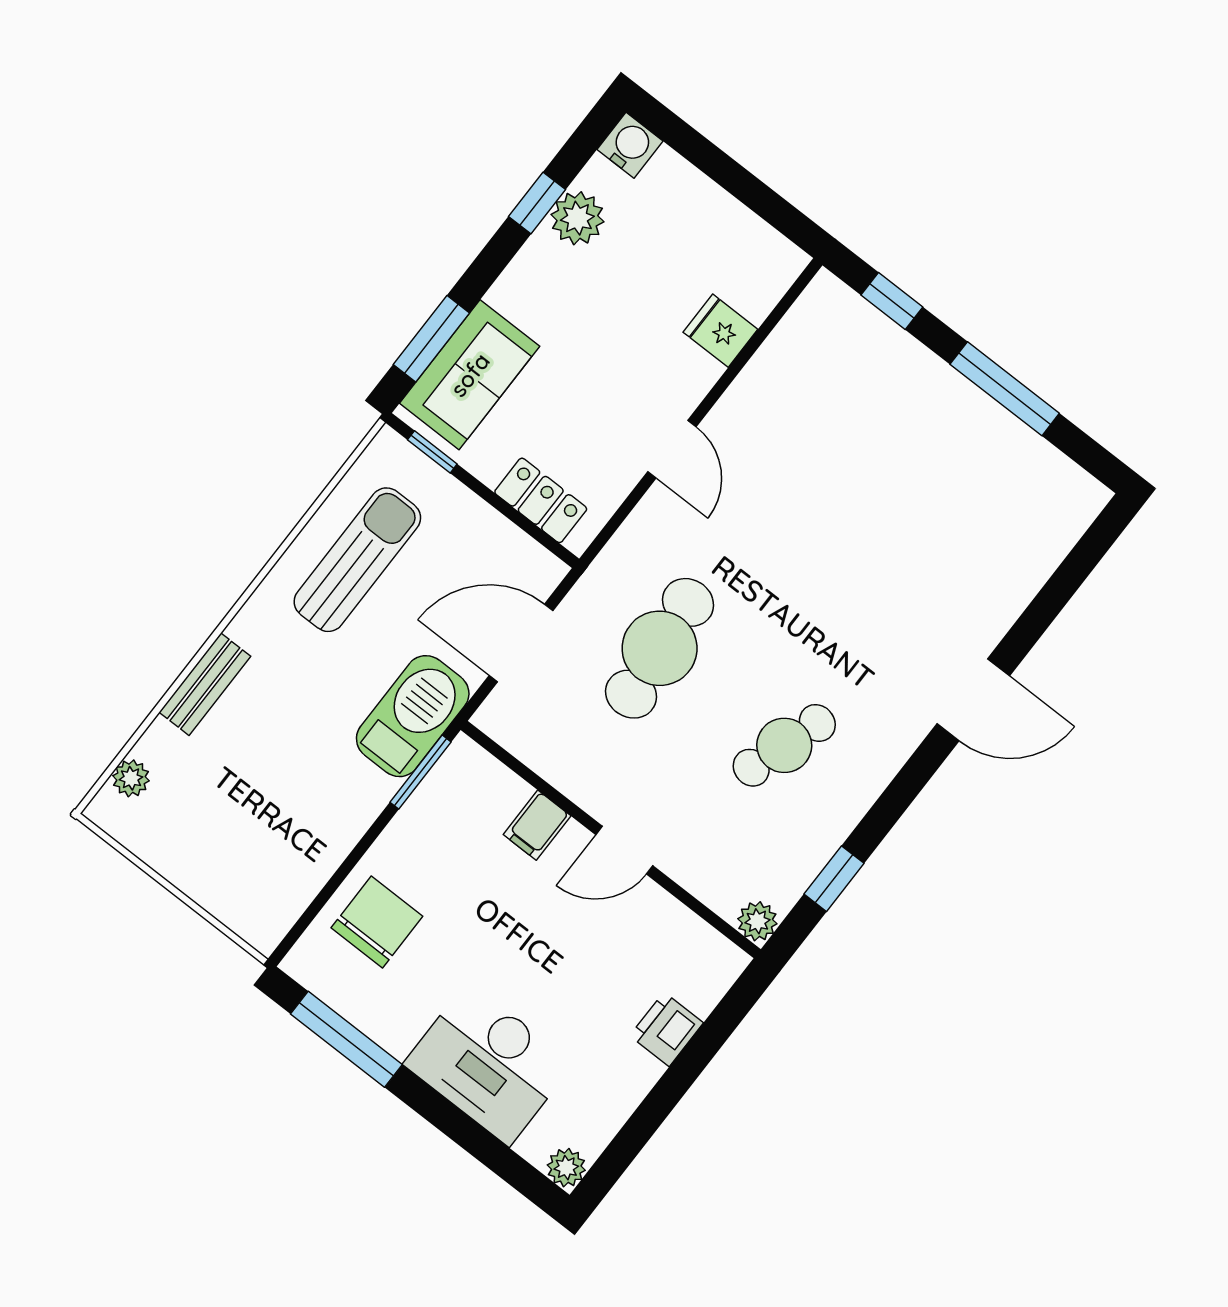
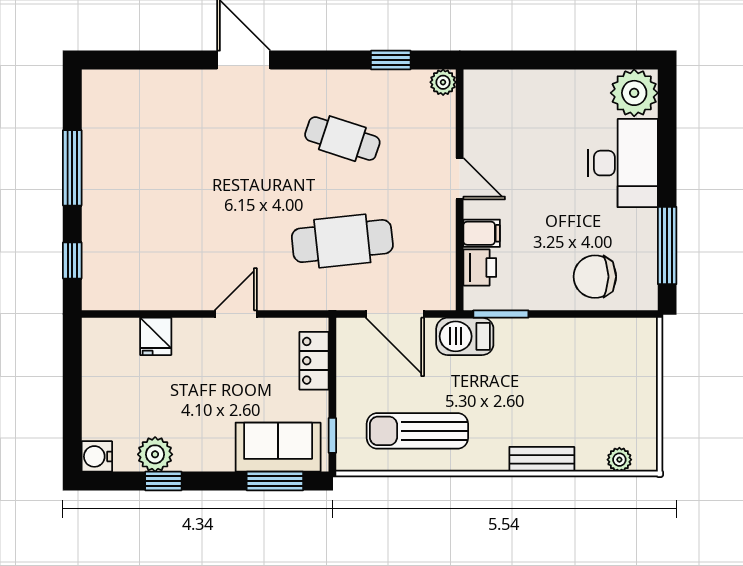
barbecue: (413, 716) -> (465, 336), width x0.73, depth x0.83
printer: (666, 1029) -> (480, 267), moved, turned -90
plant: (566, 1168) -> (634, 93), width x1.88, depth x1.88

